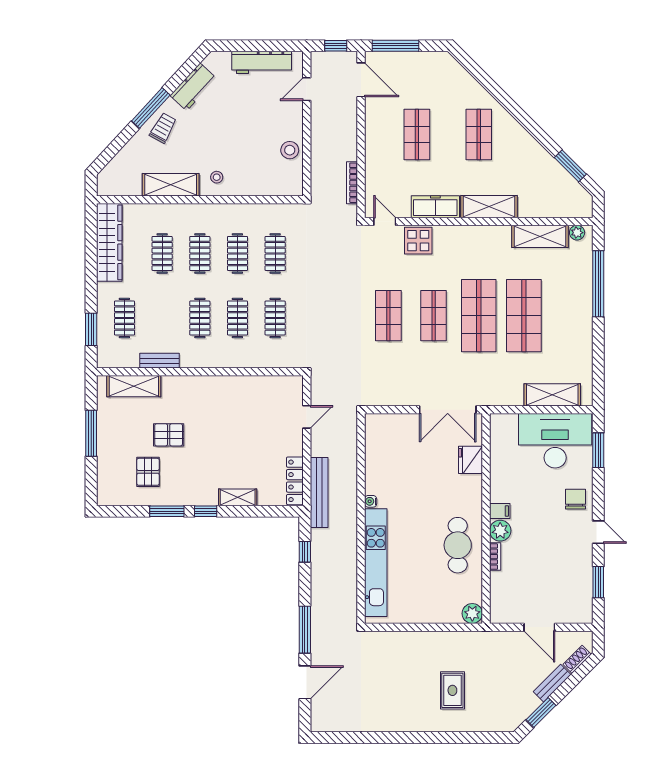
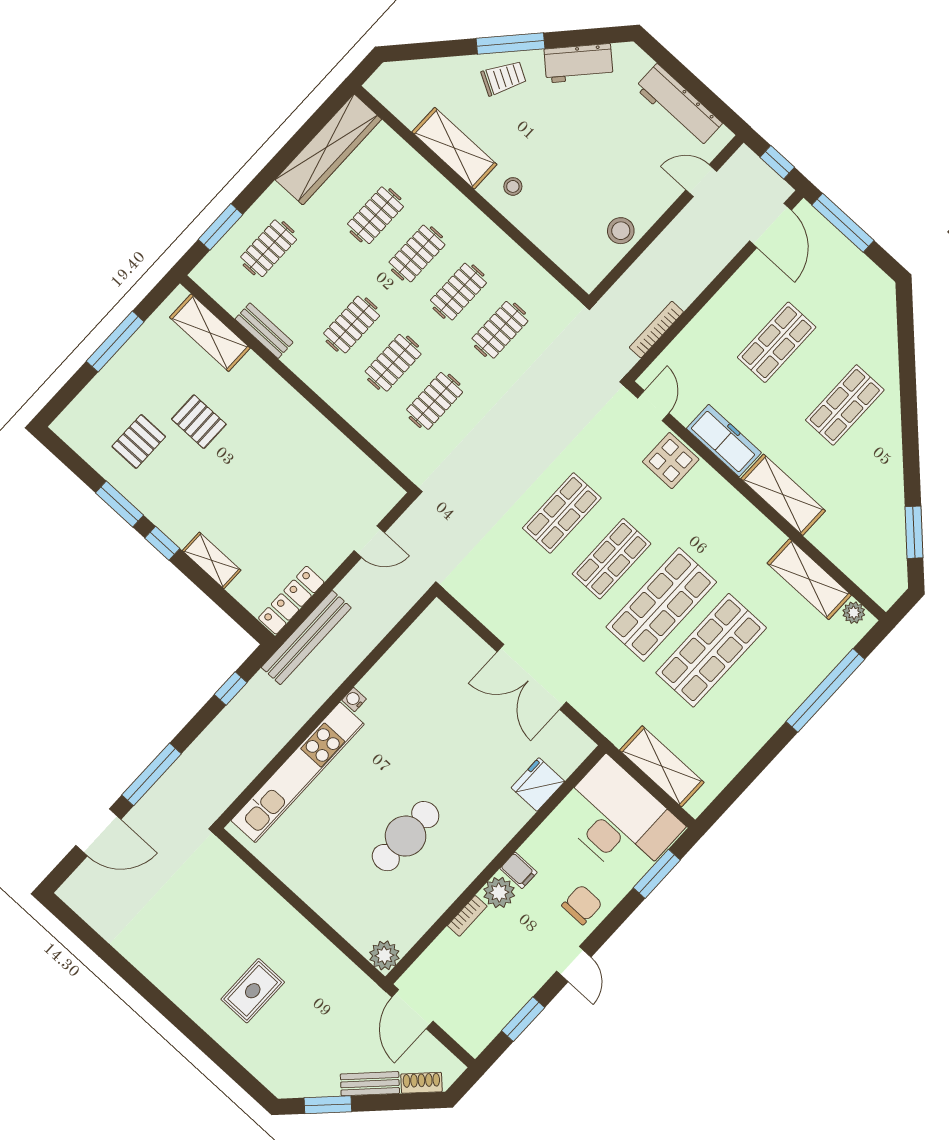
fridge: (470, 460) -> (538, 785), moved
filing cabinet: (500, 511) -> (519, 870), moved
wall: (486, 518) -> (496, 865), moved
plant: (500, 531) -> (499, 892), moved
bookcase: (495, 557) -> (467, 916), moved
plant: (472, 613) -> (384, 955), moved

